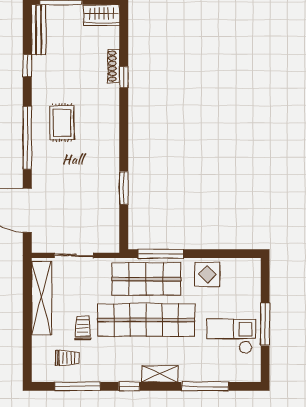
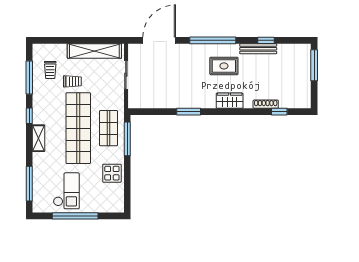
wardrobe: (101, 15) -> (230, 101), moved, turned 90
bench: (39, 30) -> (258, 49), moved
window: (124, 77) -> (279, 112), moved
window: (124, 188) -> (189, 112), moved
shop shelf: (146, 279) -> (109, 128), width x0.70, depth x0.74
window: (265, 324) -> (75, 216), width x1.46
window: (205, 386) -> (29, 184), moved

